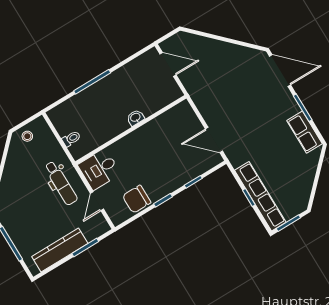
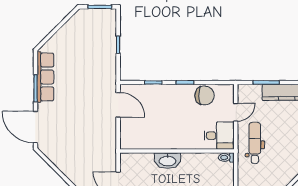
washbasin: (136, 118) -> (168, 161), width x1.91, depth x1.45
row of seats: (304, 132) -> (45, 77), width x1.48
toilet: (71, 139) -> (226, 157), moved
row of seats: (260, 196) -> (109, 40), removed

